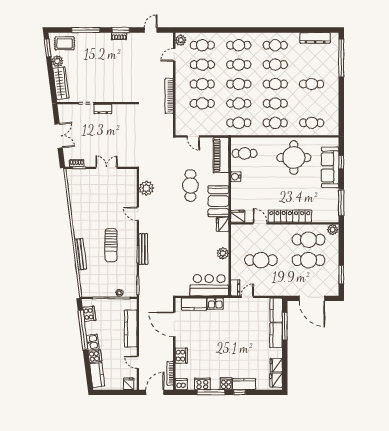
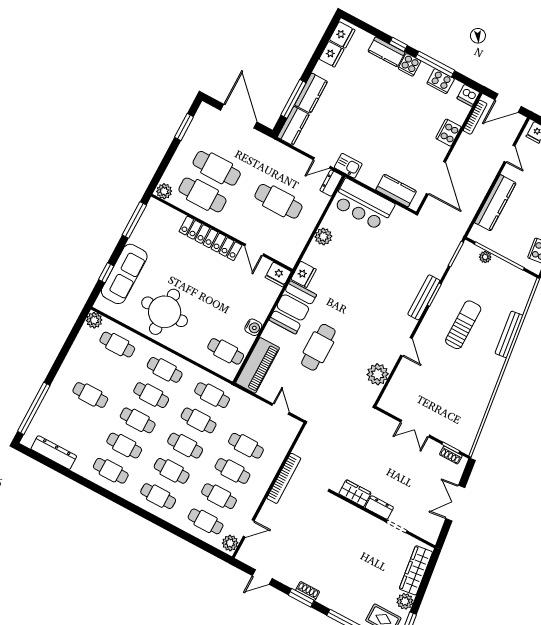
wardrobe: (122, 110) -> (355, 493), added
plant: (333, 130) -> (94, 320), added
kitchen sink: (215, 304) -> (348, 166), moved

